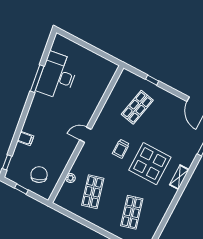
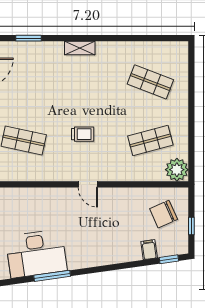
filing cabinet: (25, 138) -> (149, 250), moved
display table: (150, 164) -> (82, 91), removed
plant: (70, 178) -> (177, 170), moved, width x1.87, depth x1.87
shop shelf: (132, 212) -> (150, 82), turned 36

